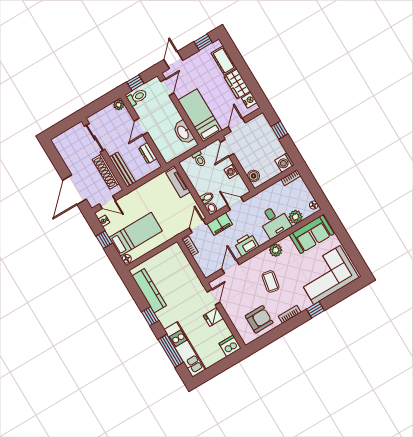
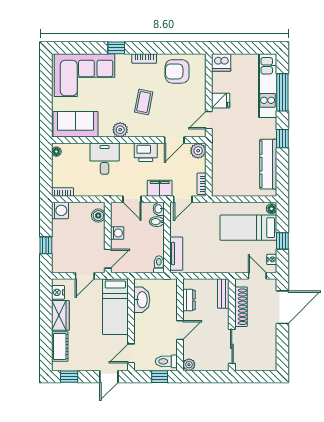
toilet: (199, 159) -> (159, 264), moved
bench: (122, 170) -> (223, 293), width x0.73
plant: (296, 217) -> (198, 151), moved

